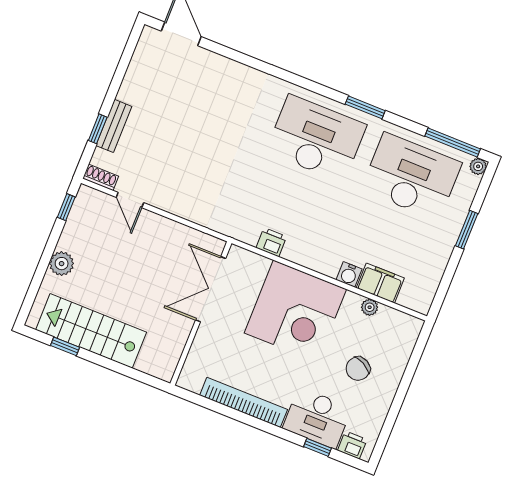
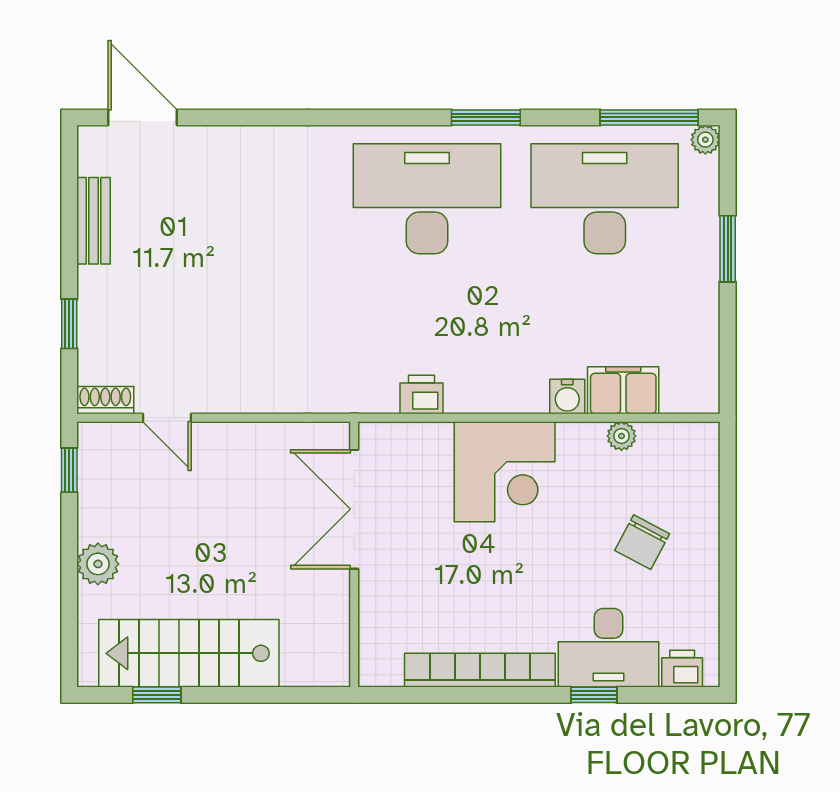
bench: (114, 126) -> (93, 221), moved
corner desk: (295, 311) -> (505, 472), width x0.74, depth x0.74
window: (318, 447) -> (594, 695), moved

